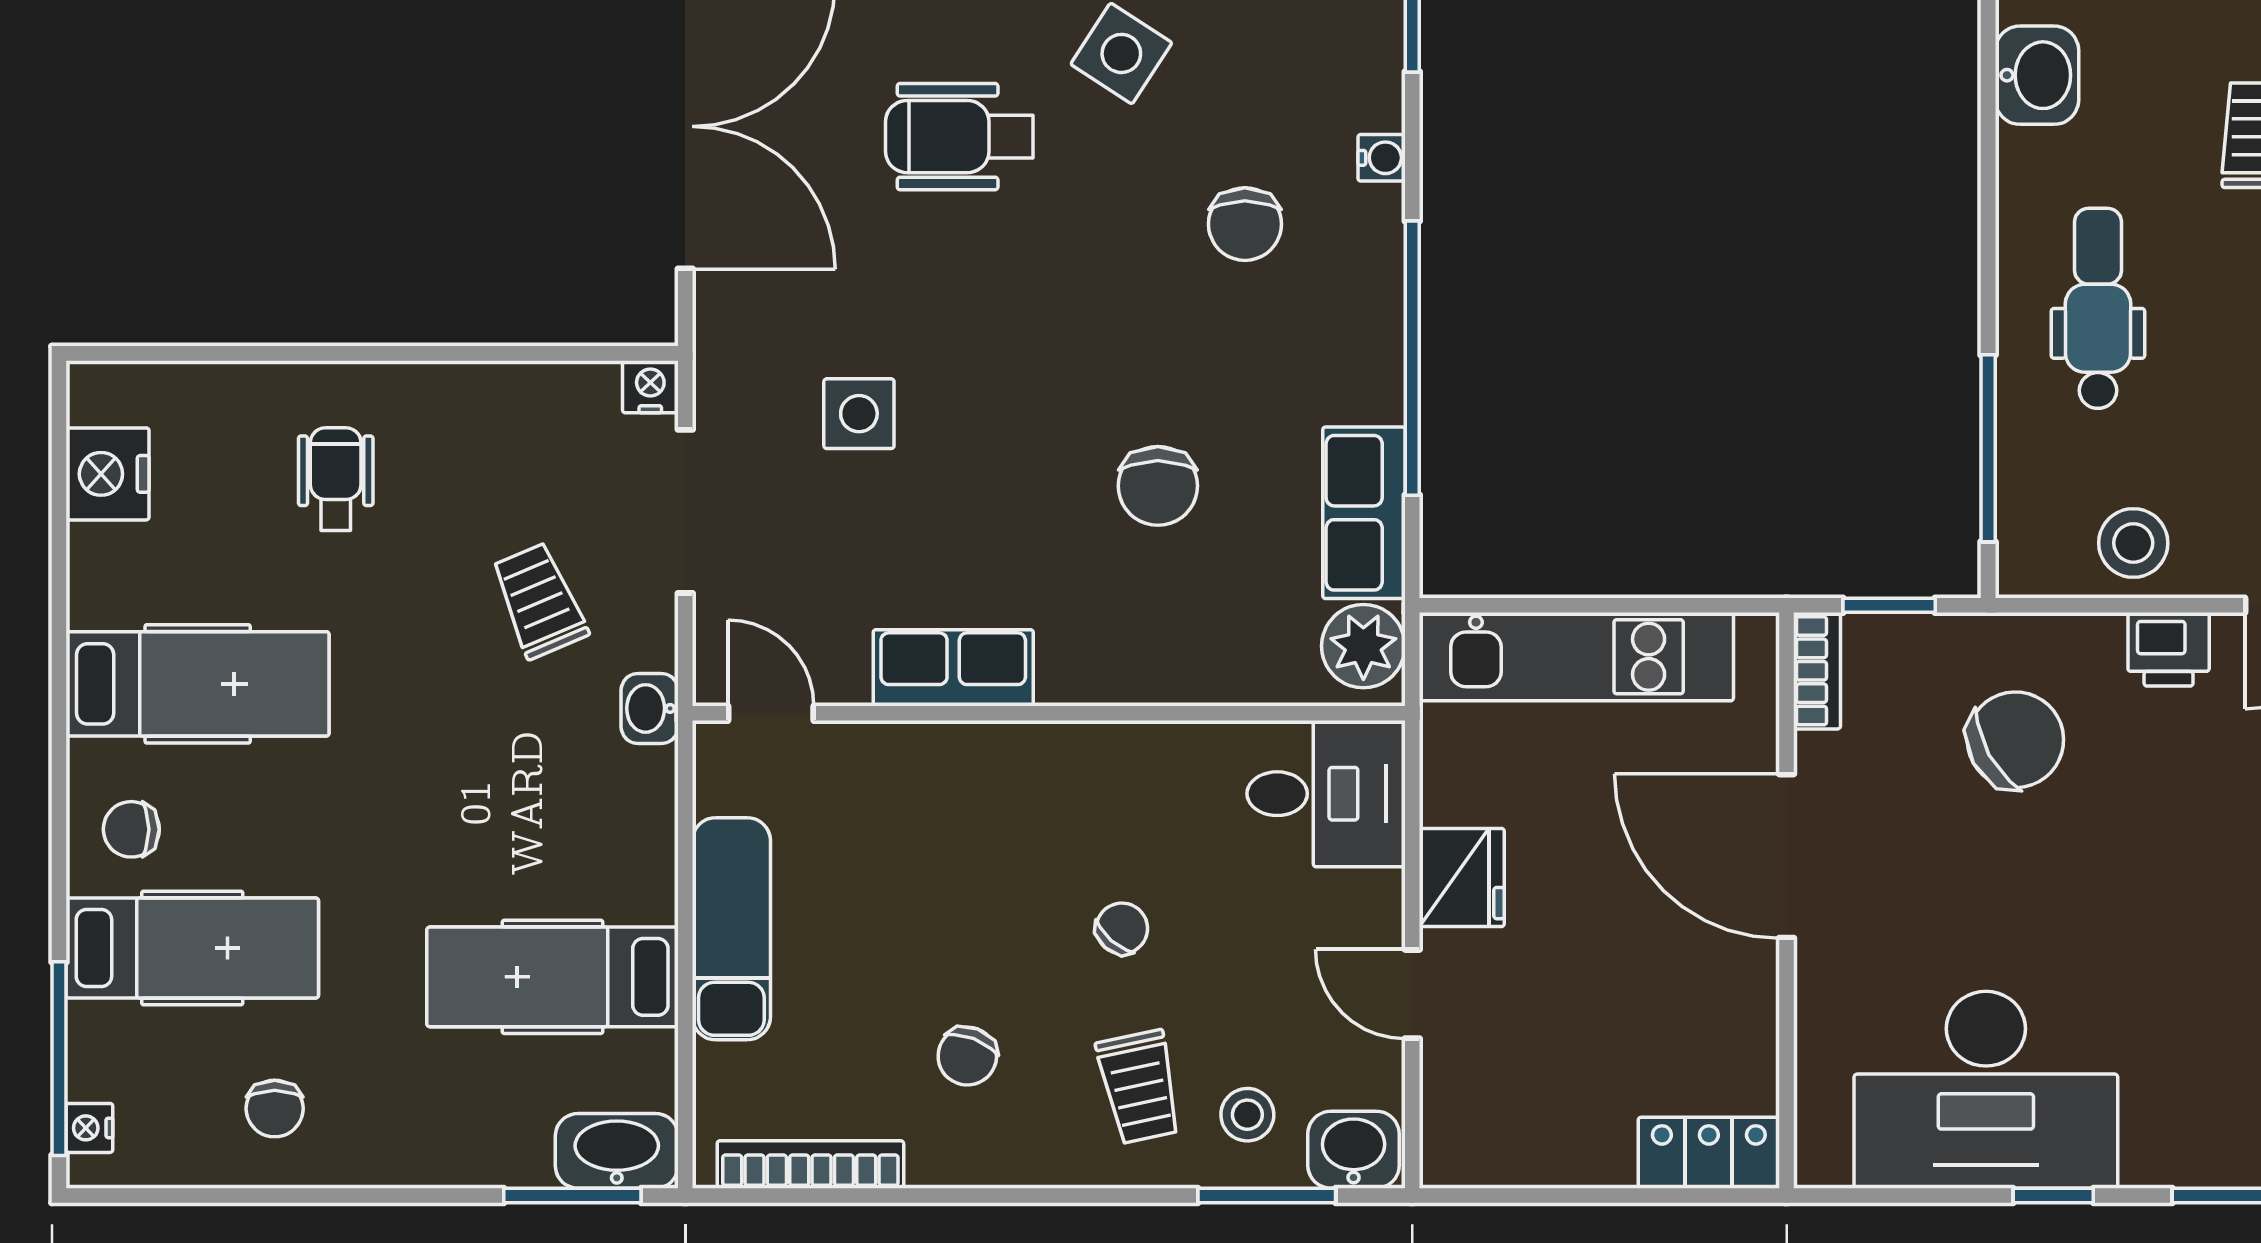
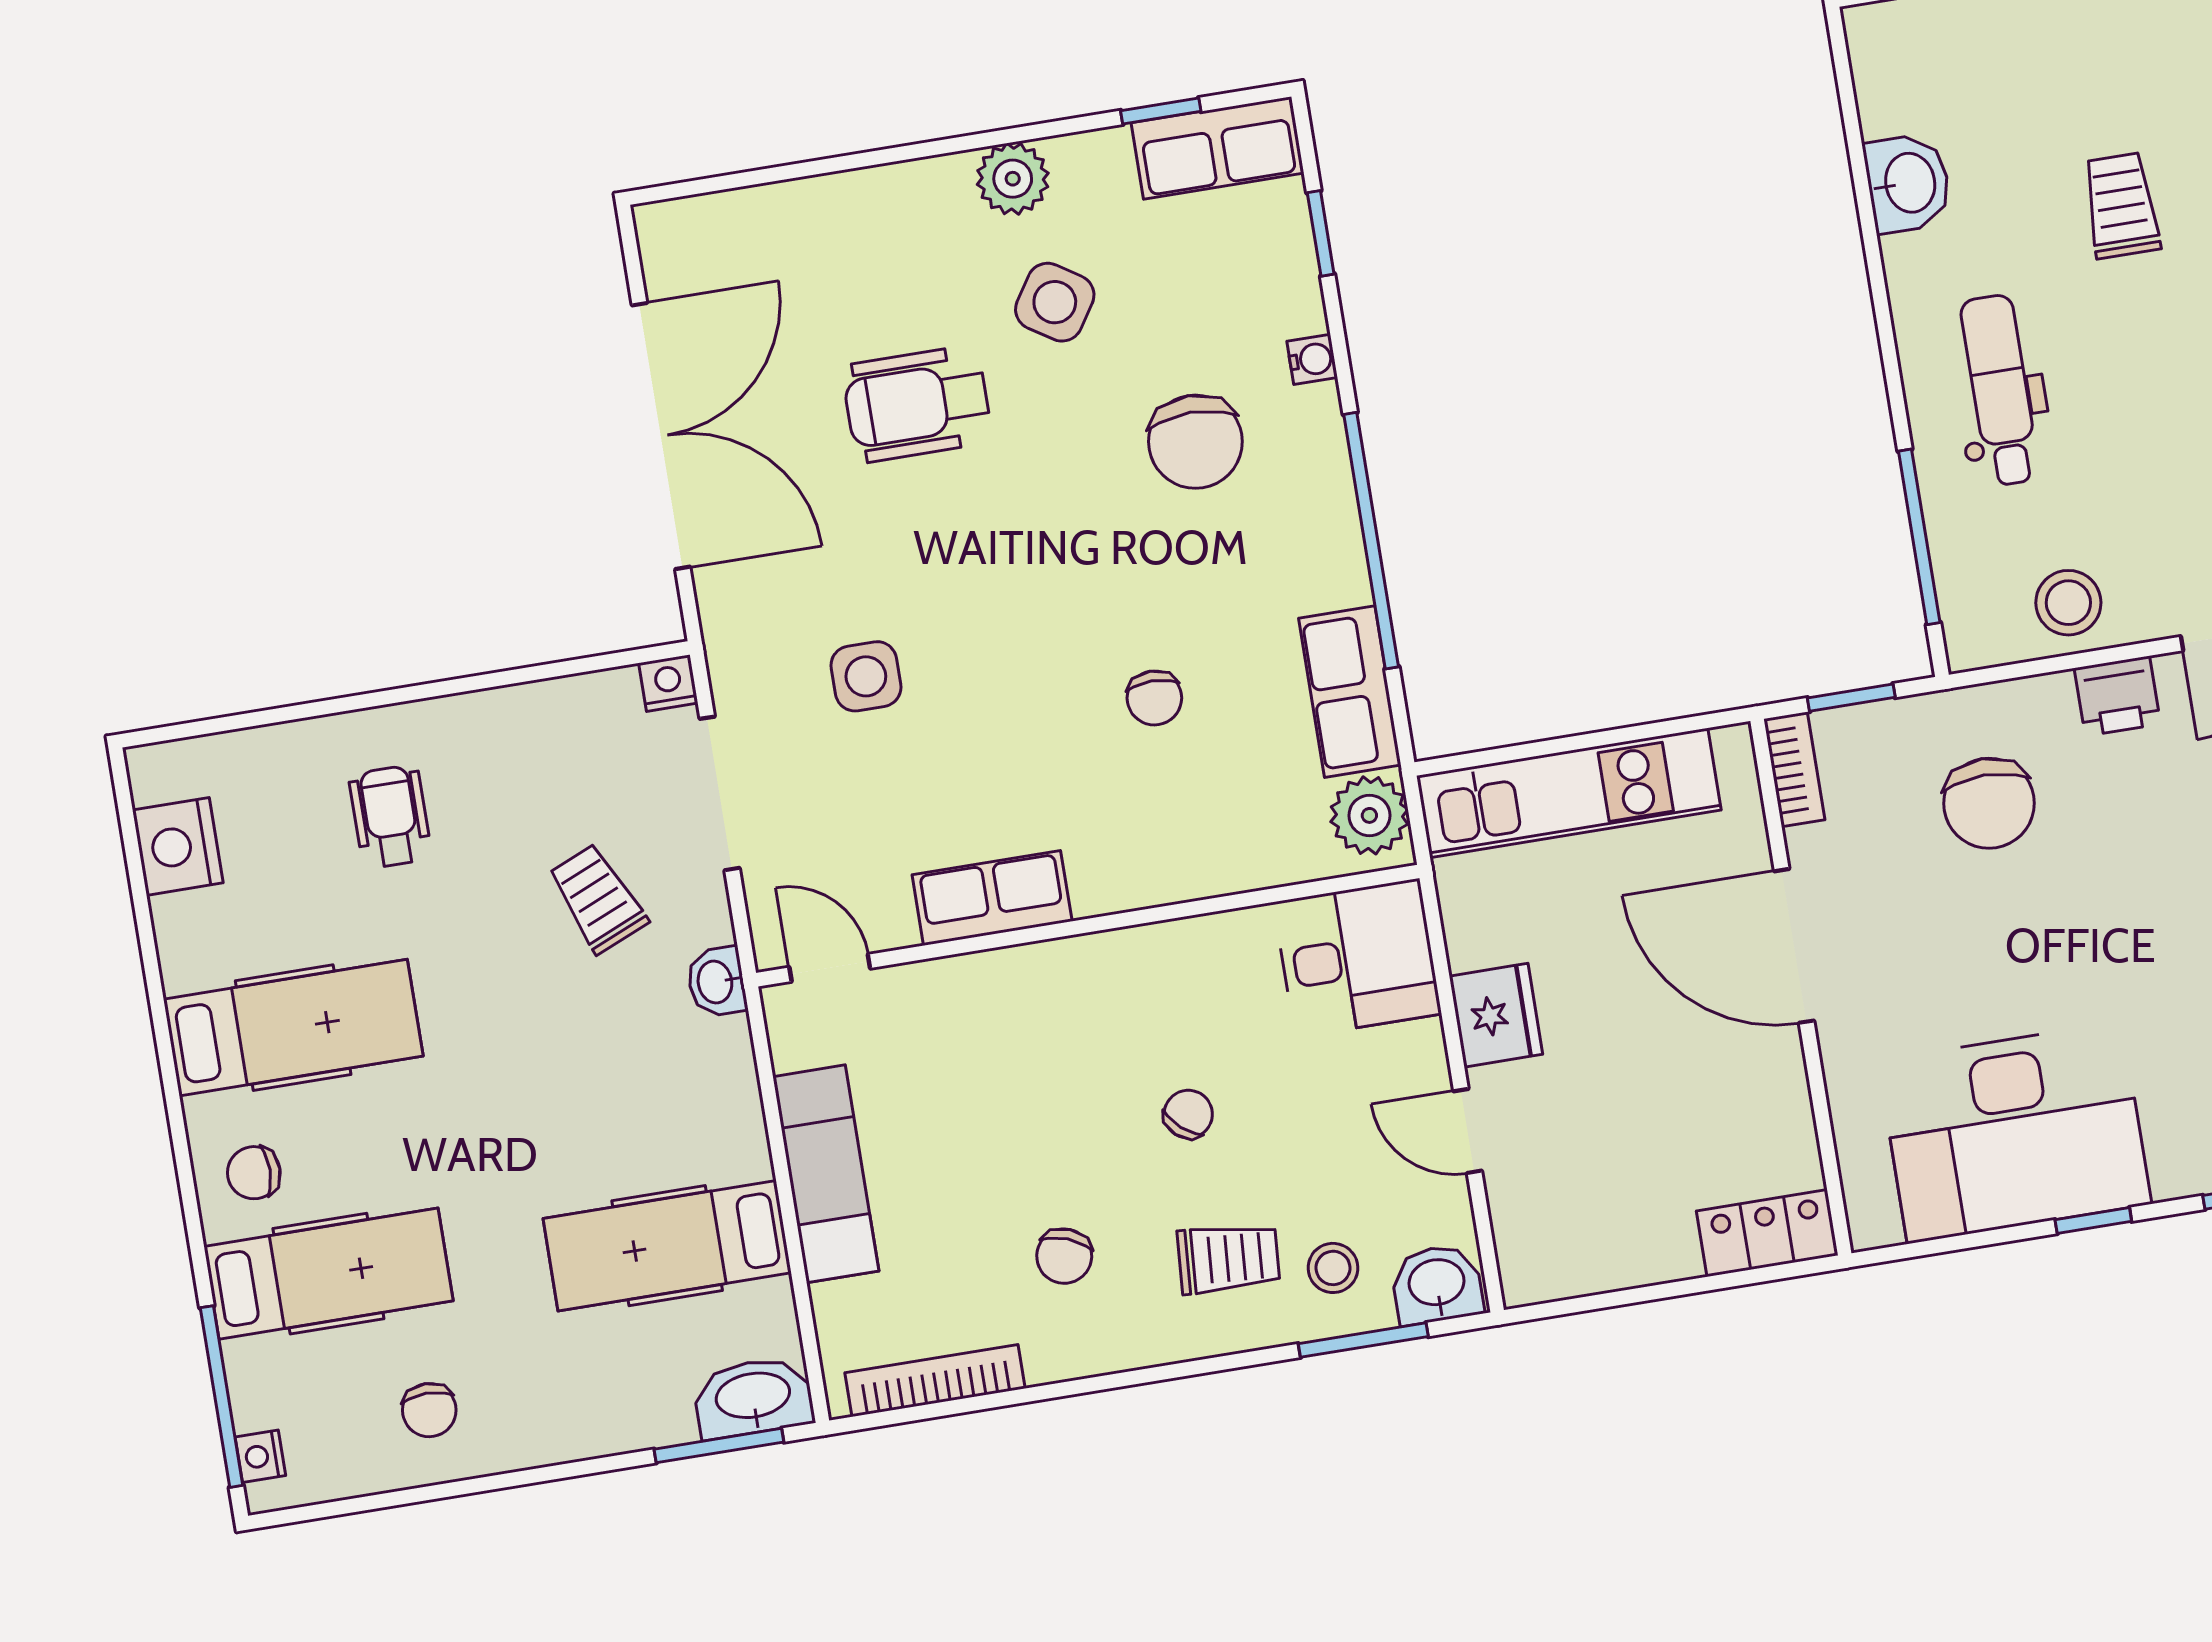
chair: (1245, 224) -> (1195, 442), width x1.37, depth x1.37
chair: (1158, 486) -> (1154, 698), width x0.73, depth x0.73
chair: (2015, 740) -> (1989, 803), turned 119
trolley: (1139, 1087) -> (1228, 1258), turned -74

